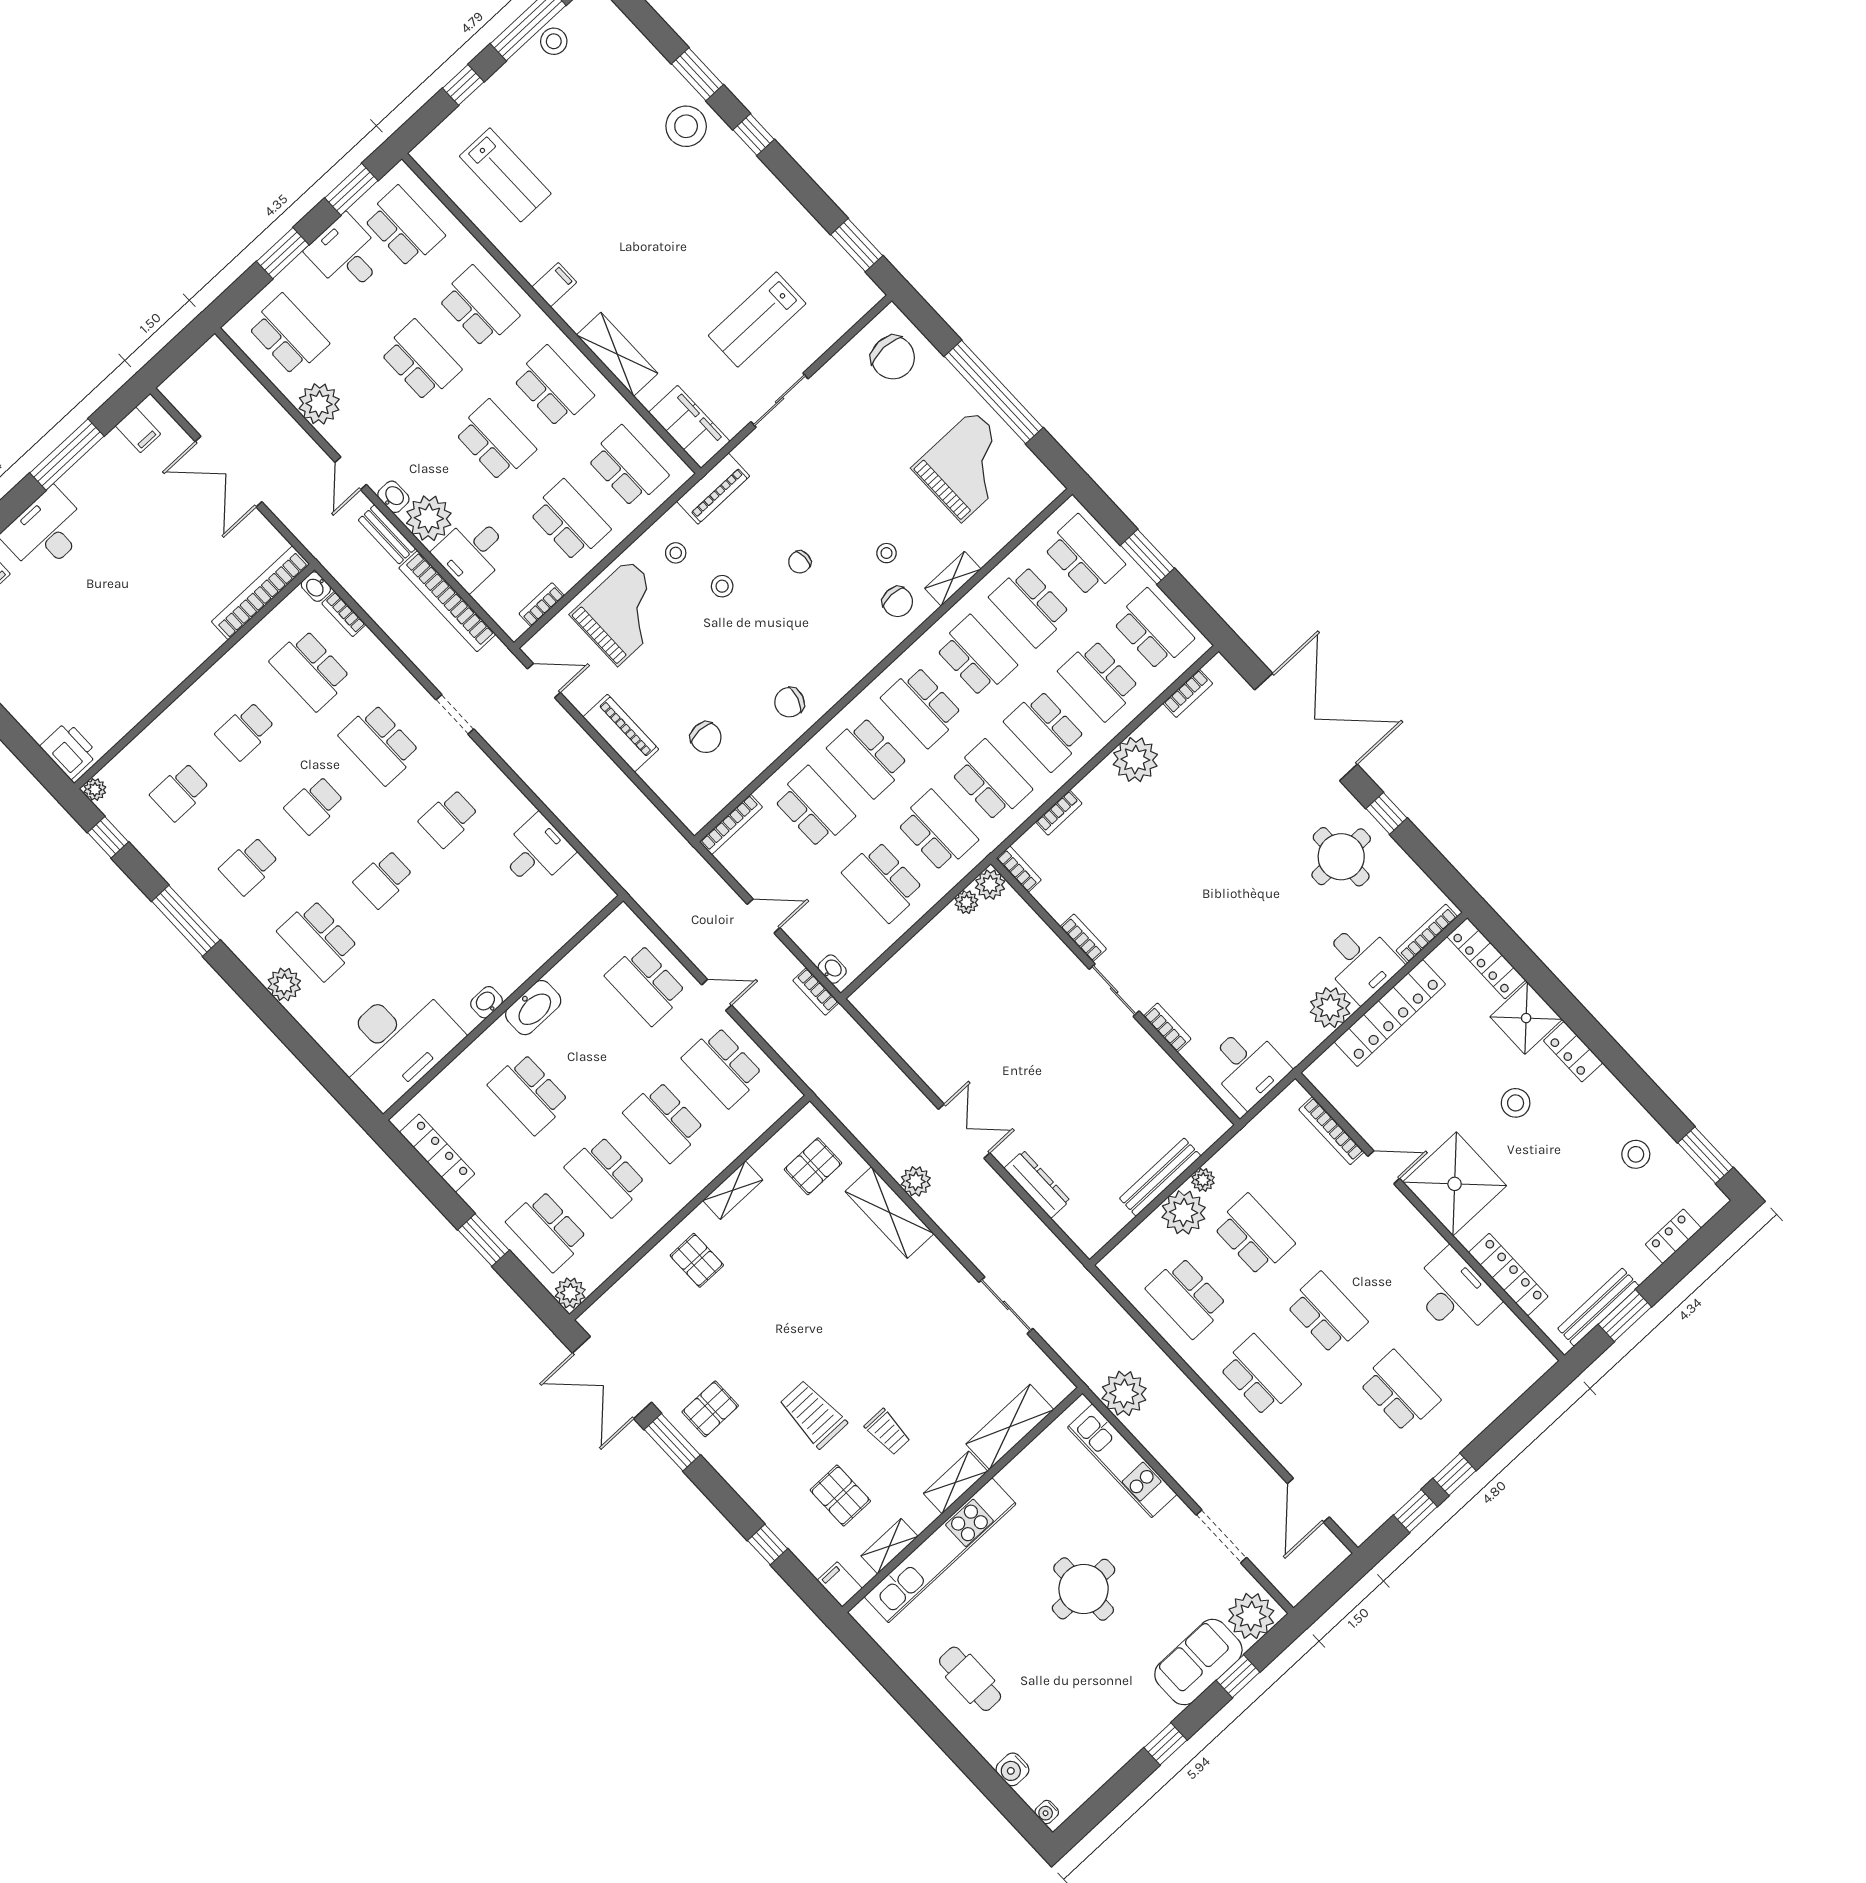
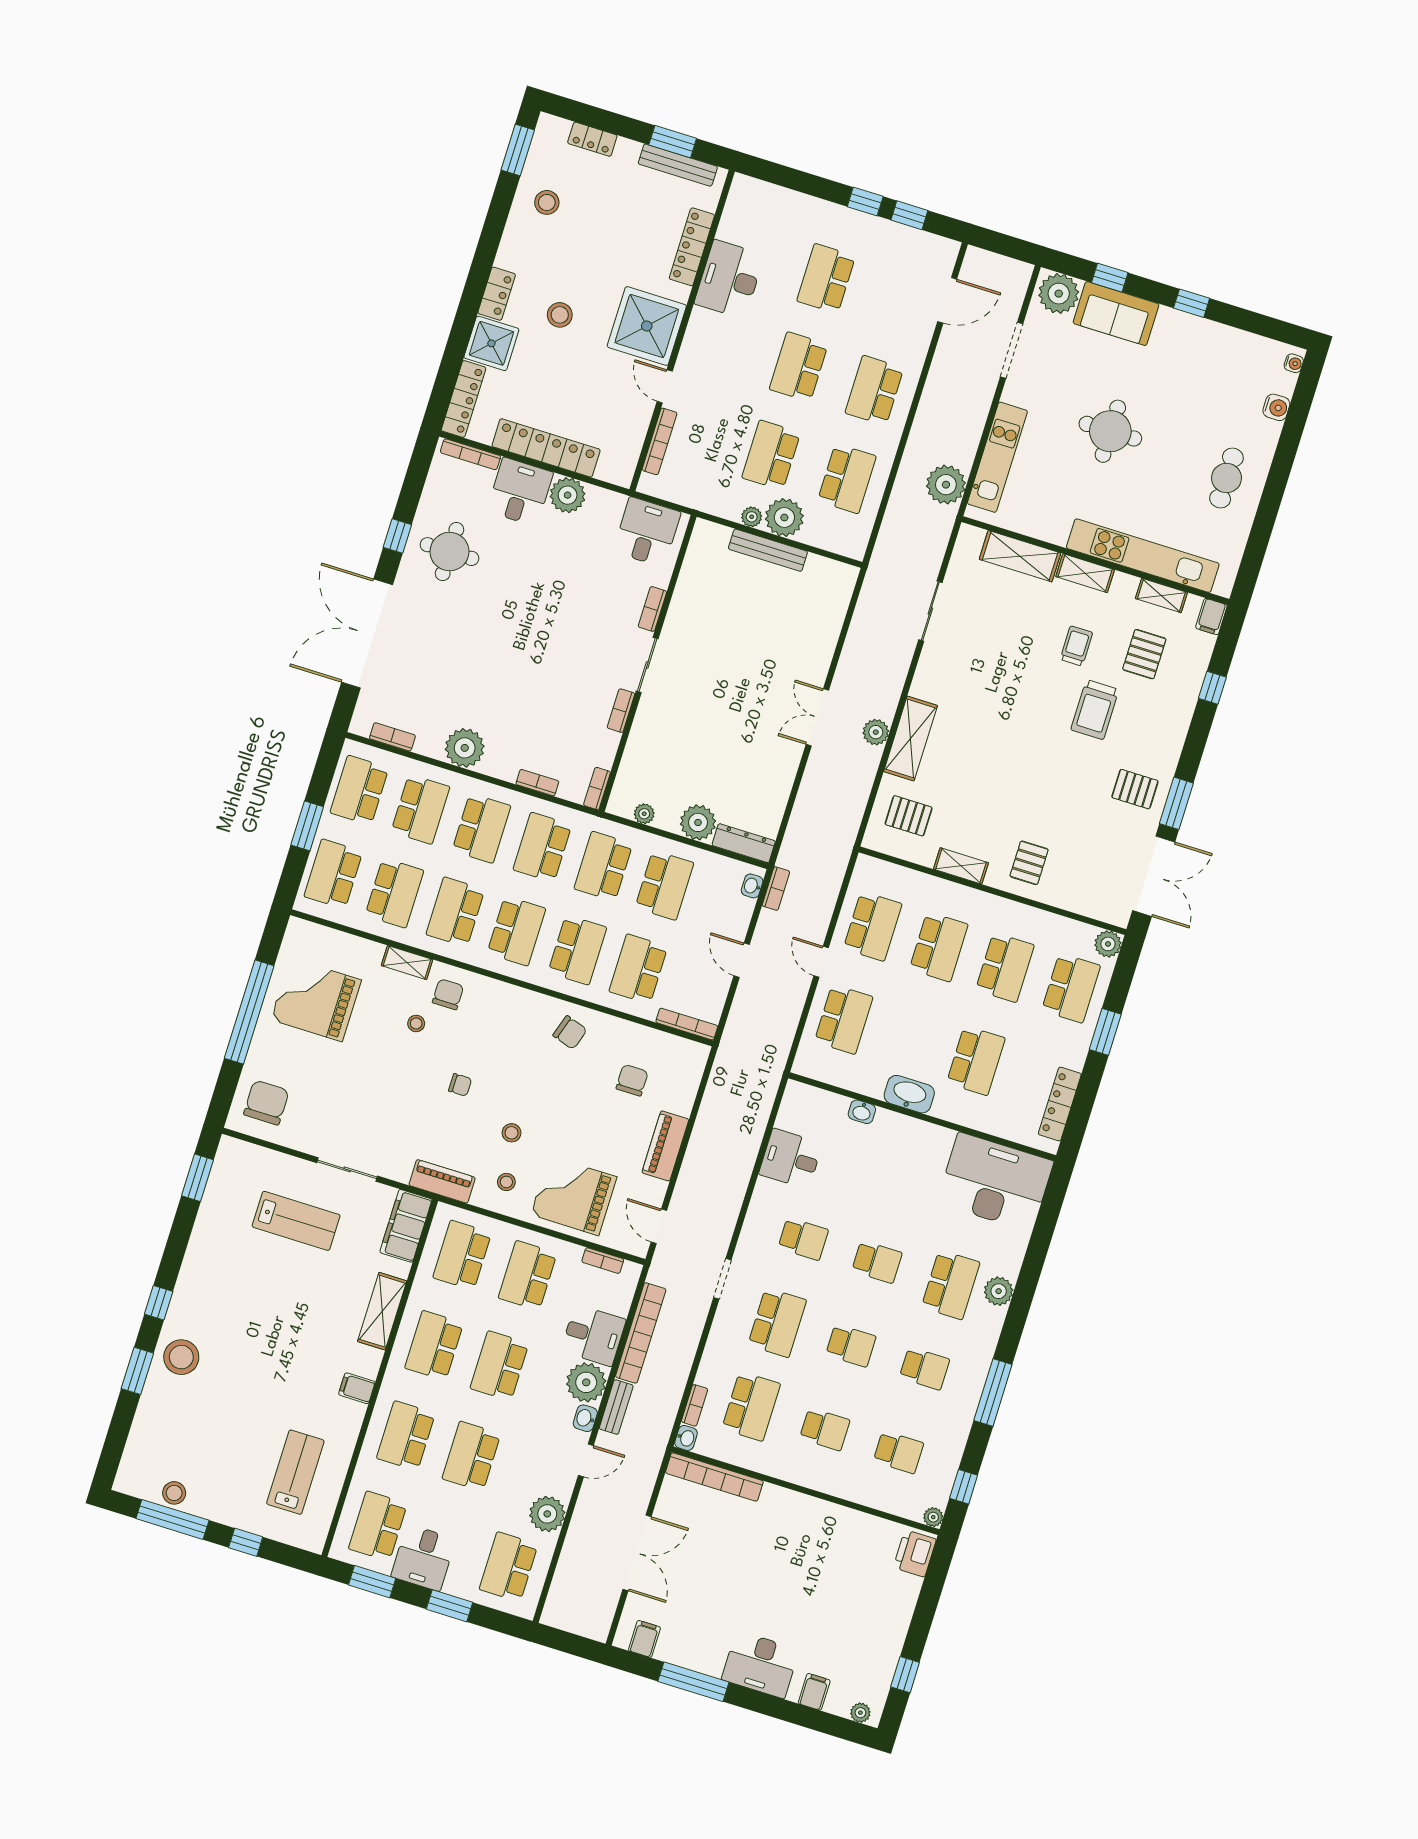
plant: (990, 885) -> (698, 822), moved, width x1.36, depth x1.36
washbasin: (487, 1002) -> (862, 1112), moved
dresser: (1037, 1184) -> (744, 843), moved, turned 90

